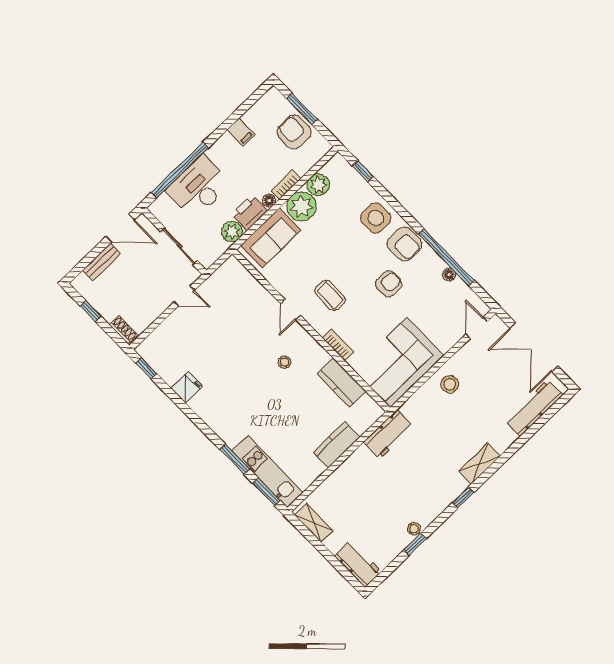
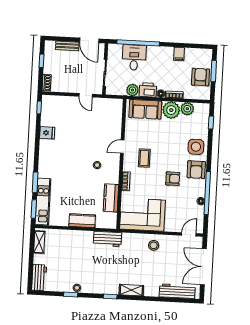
desk: (199, 187) -> (134, 57), width x0.73

